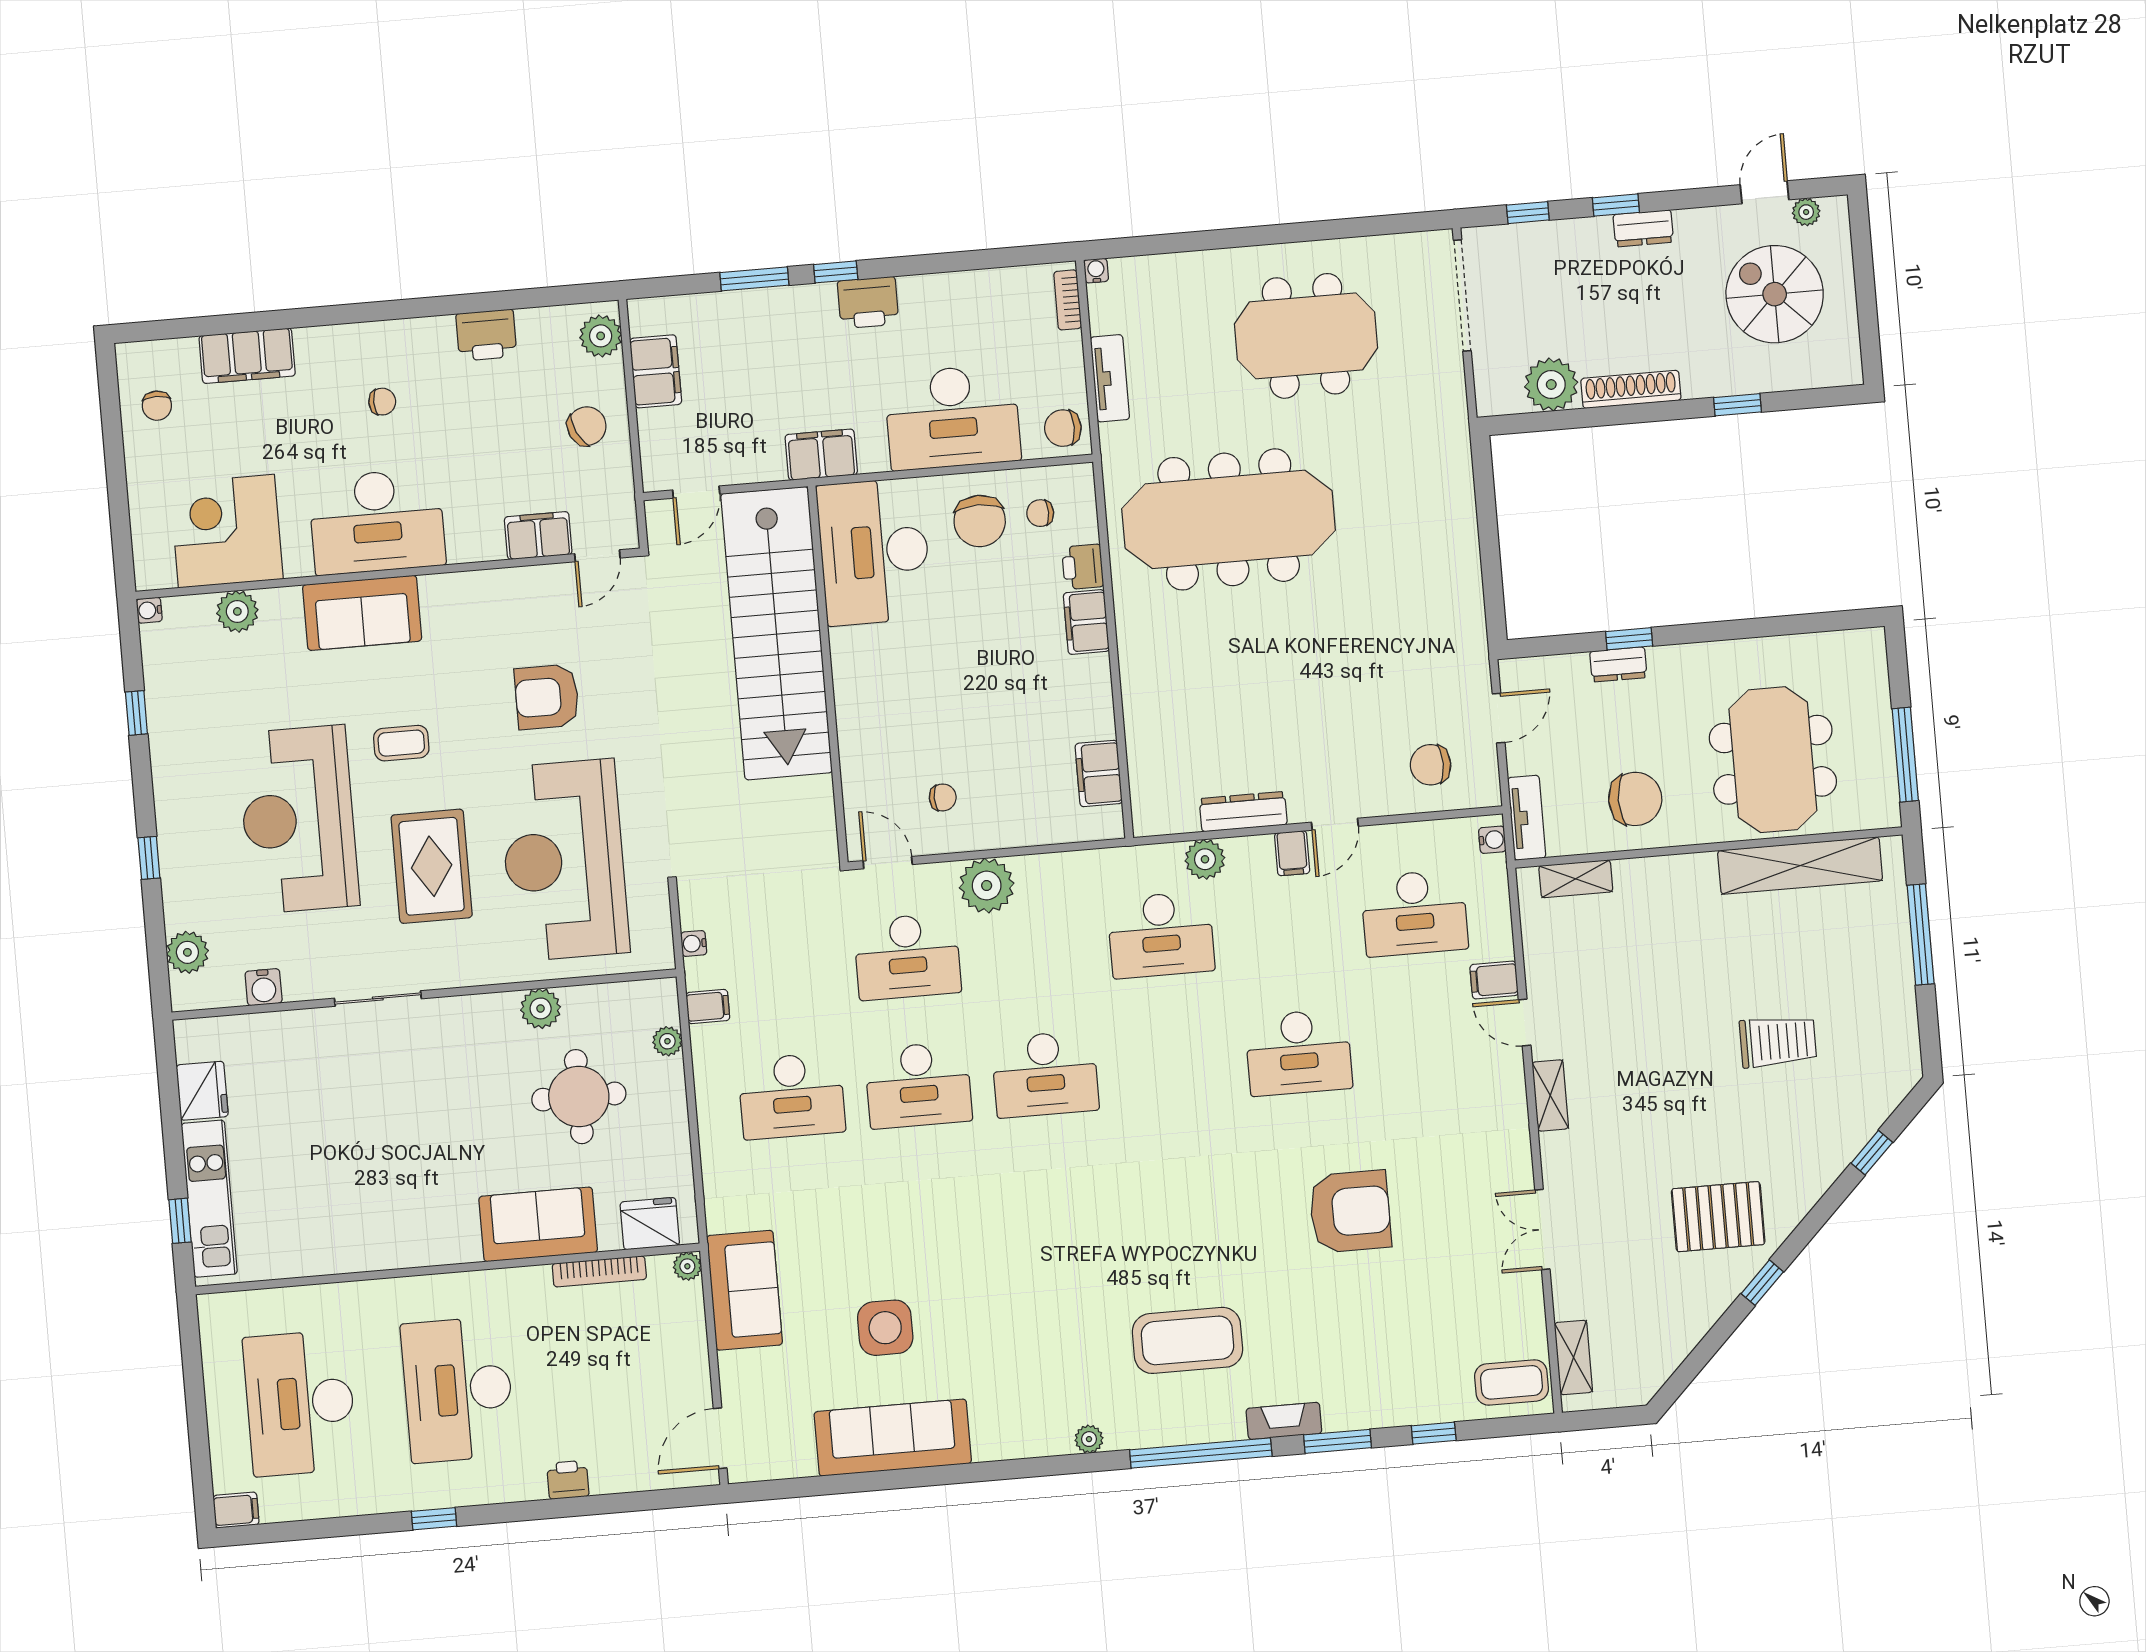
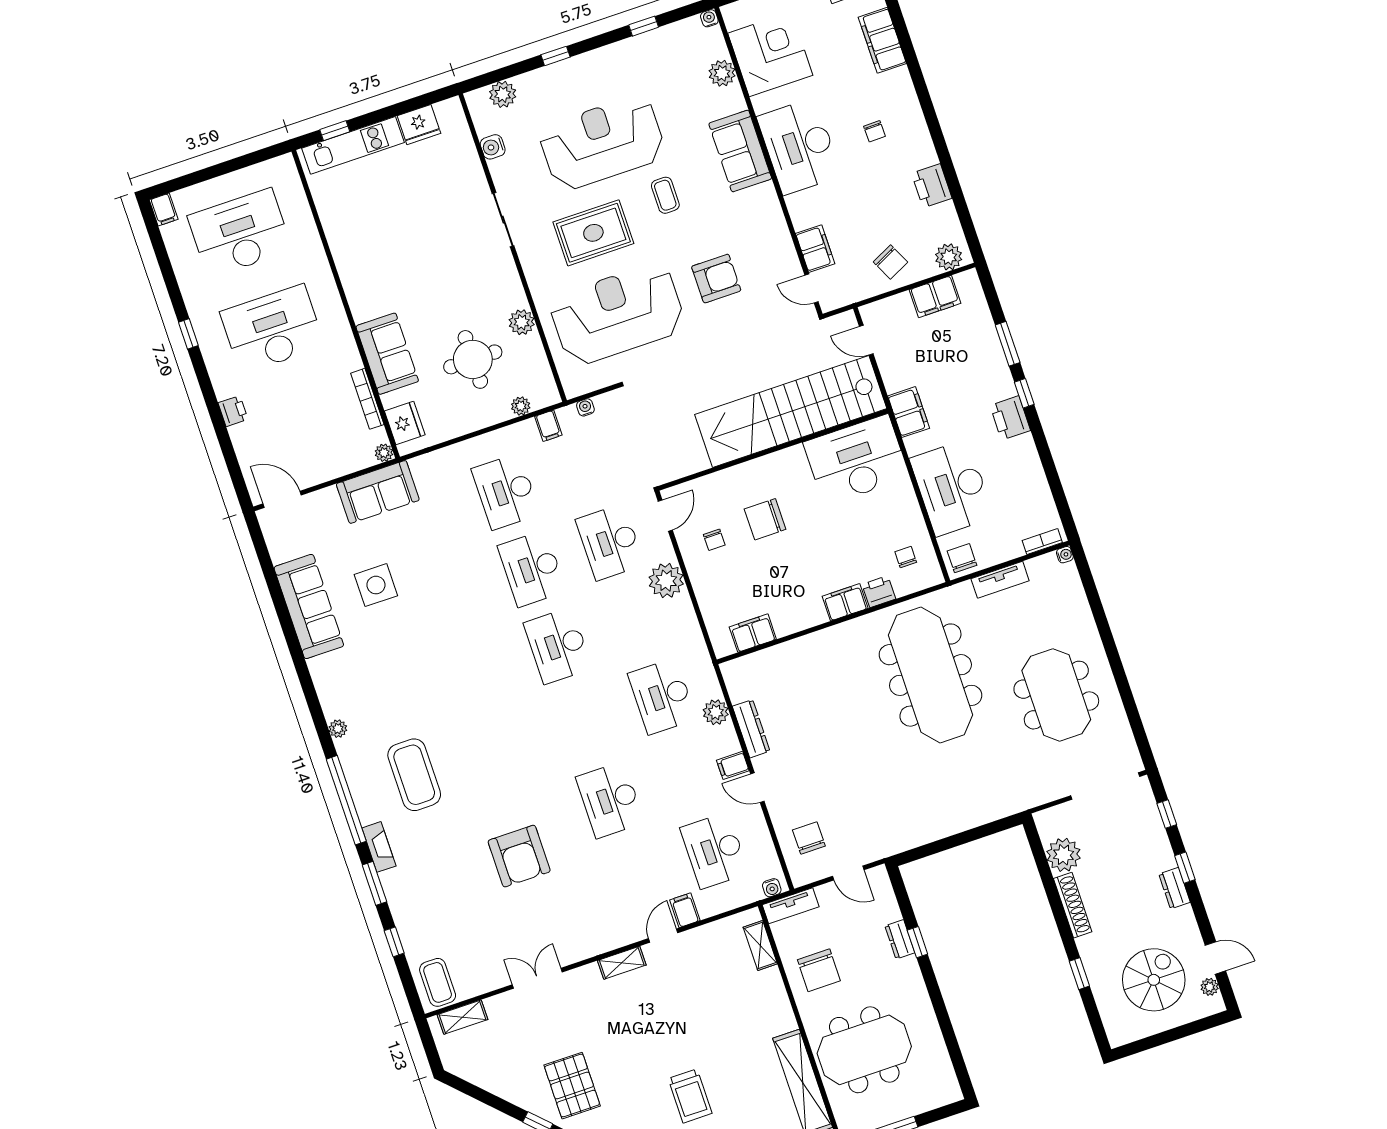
chair: (980, 521) -> (765, 519), moved
armchair: (547, 697) -> (716, 279), turned 90

